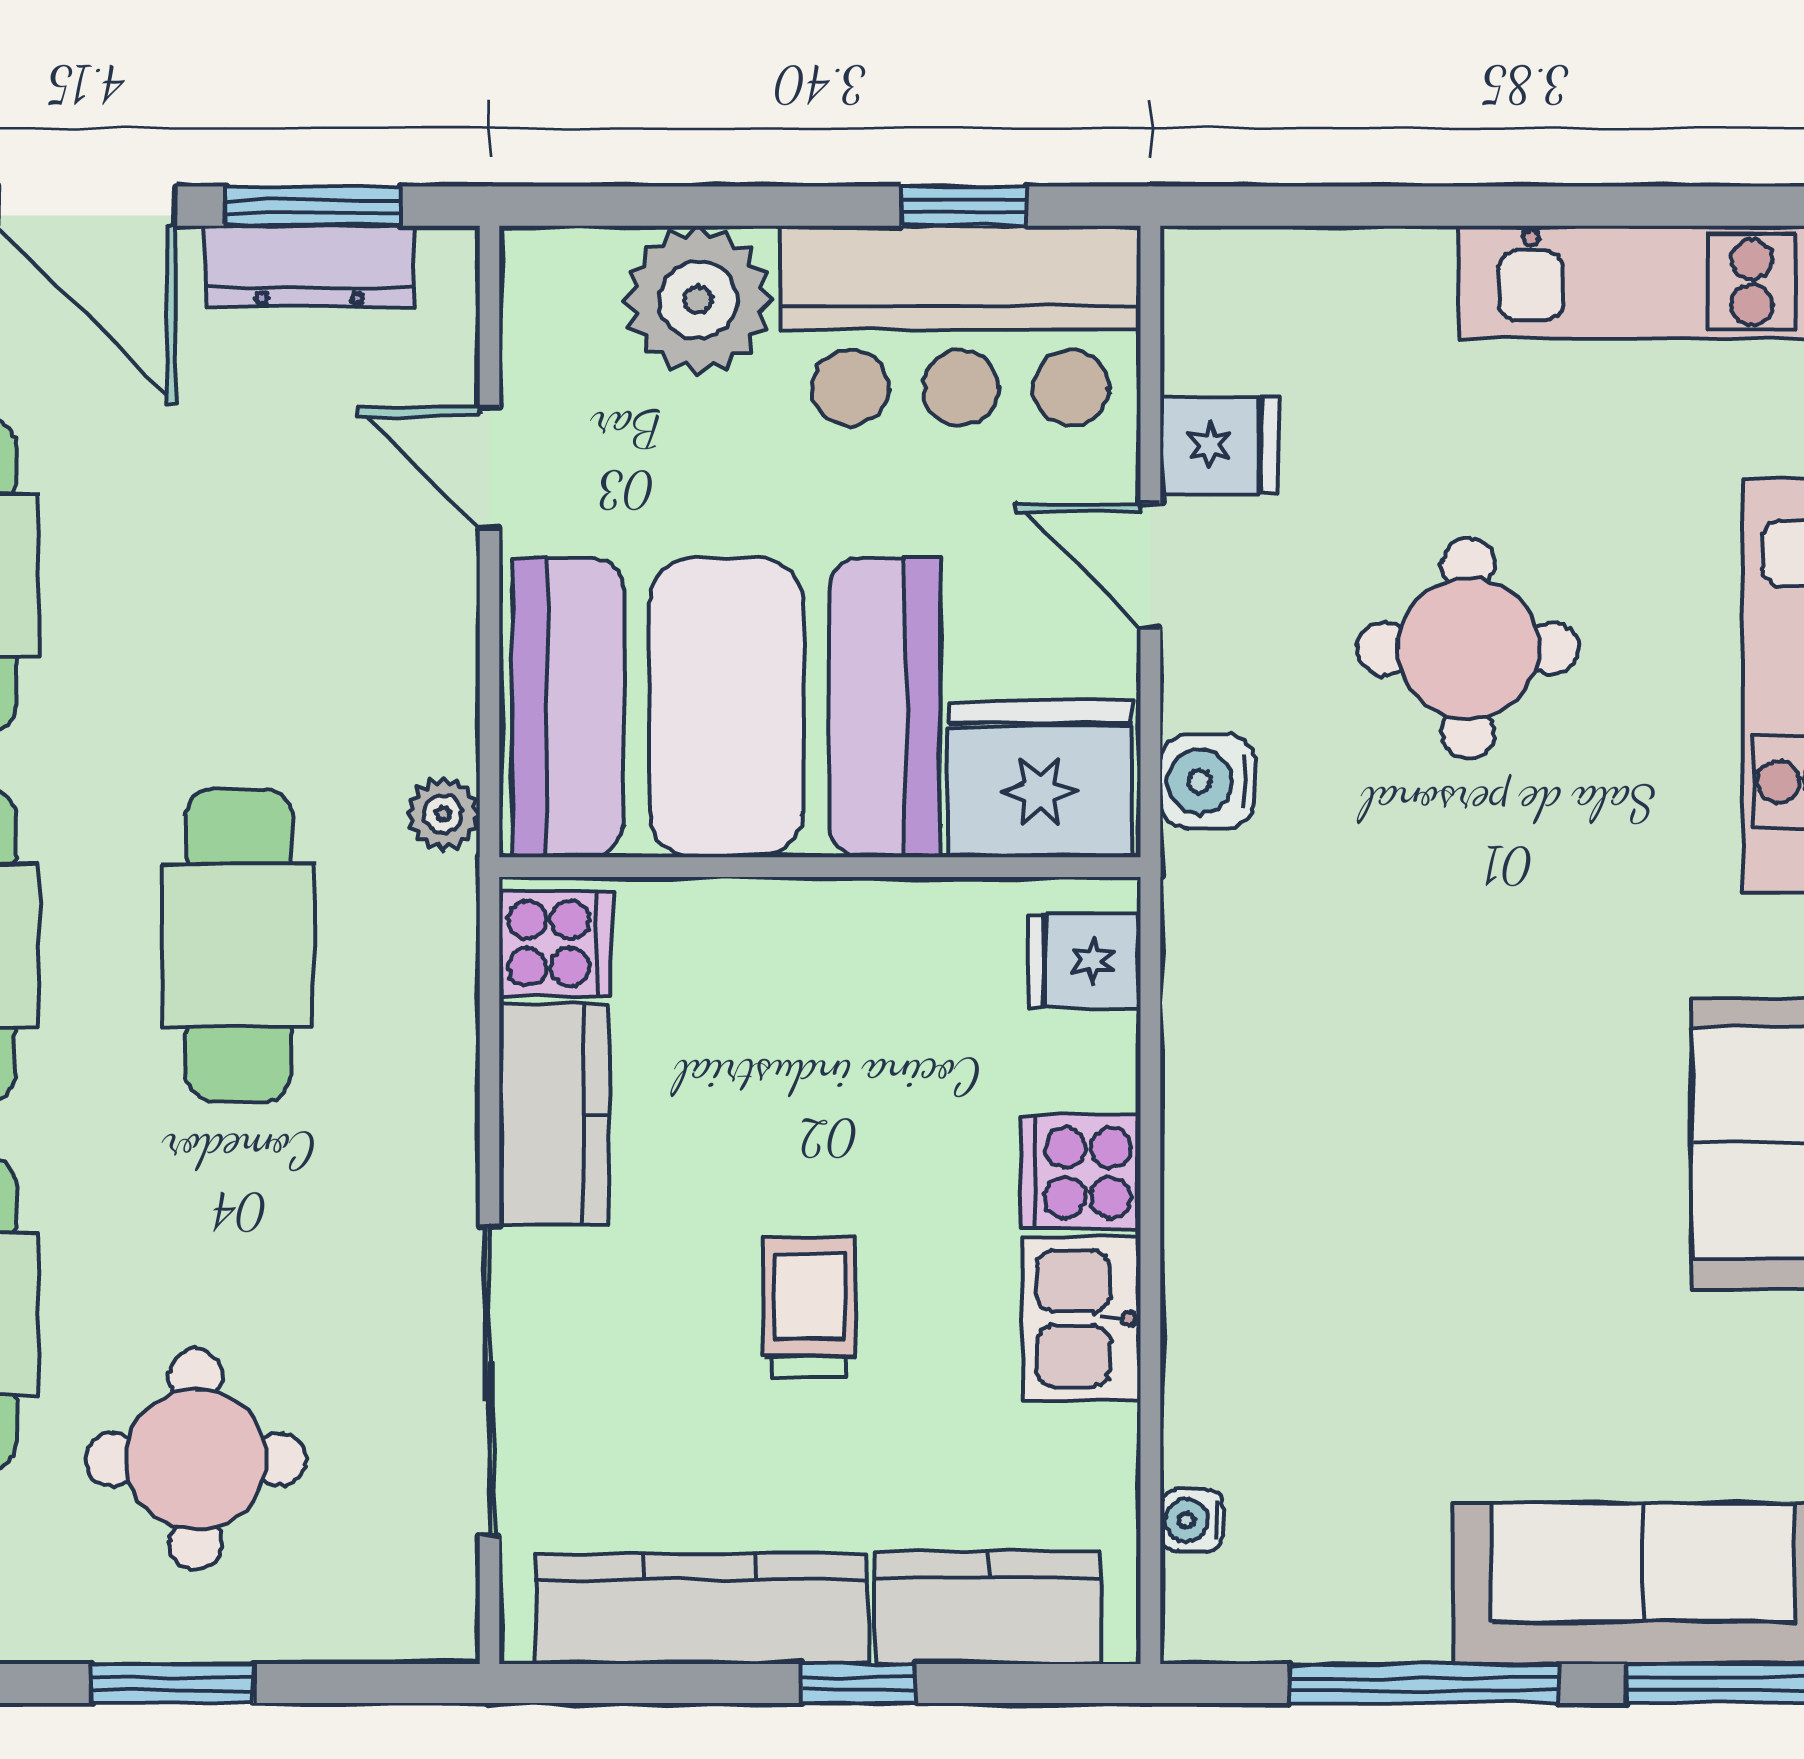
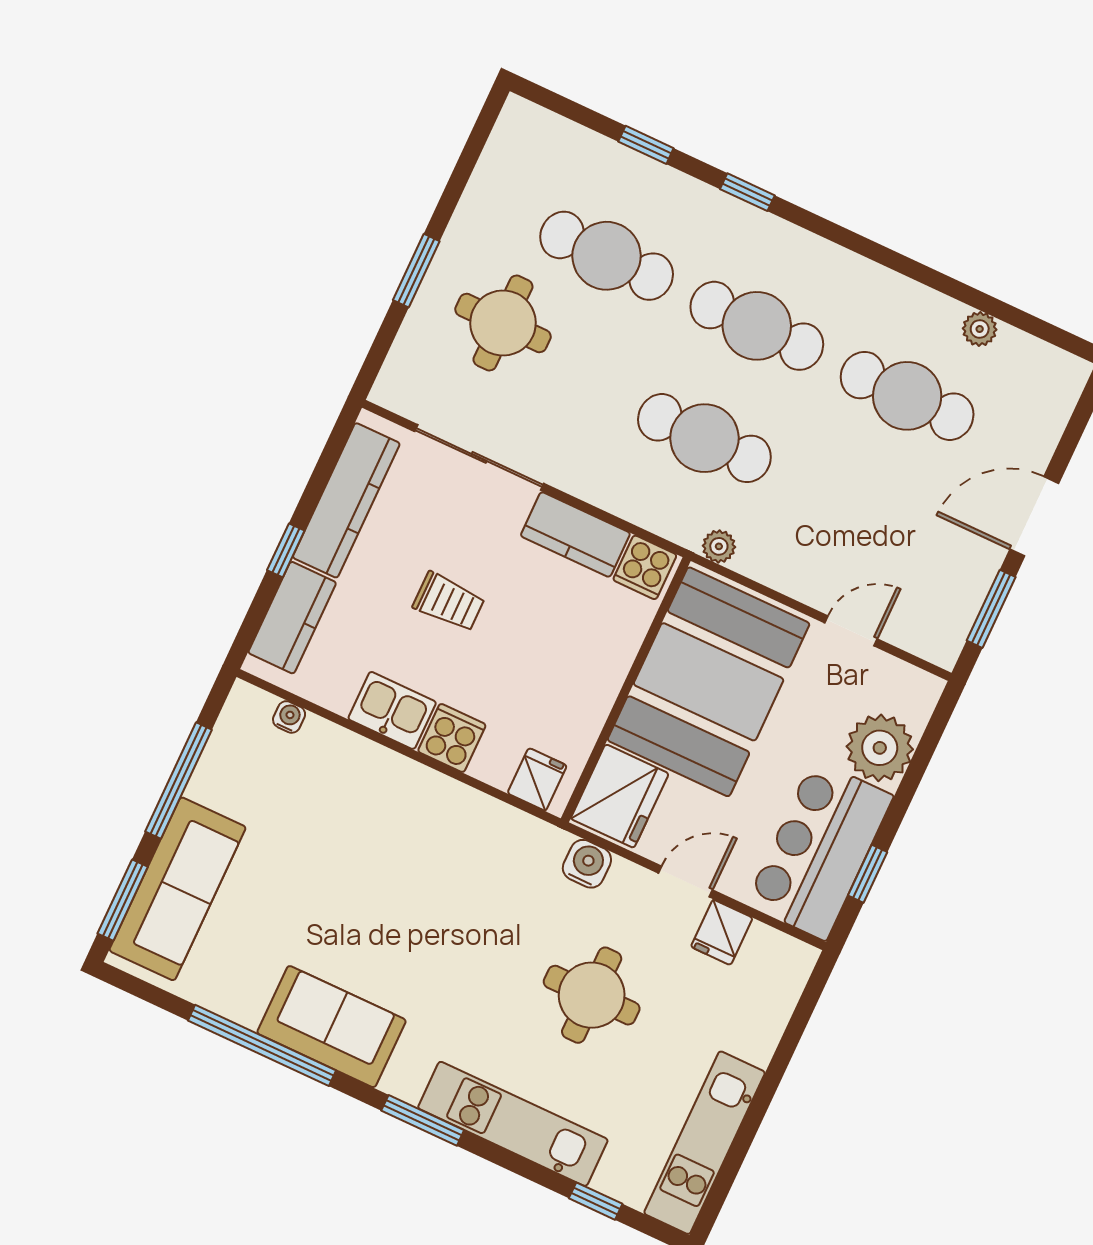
dresser: (309, 266) -> (967, 596), removed

